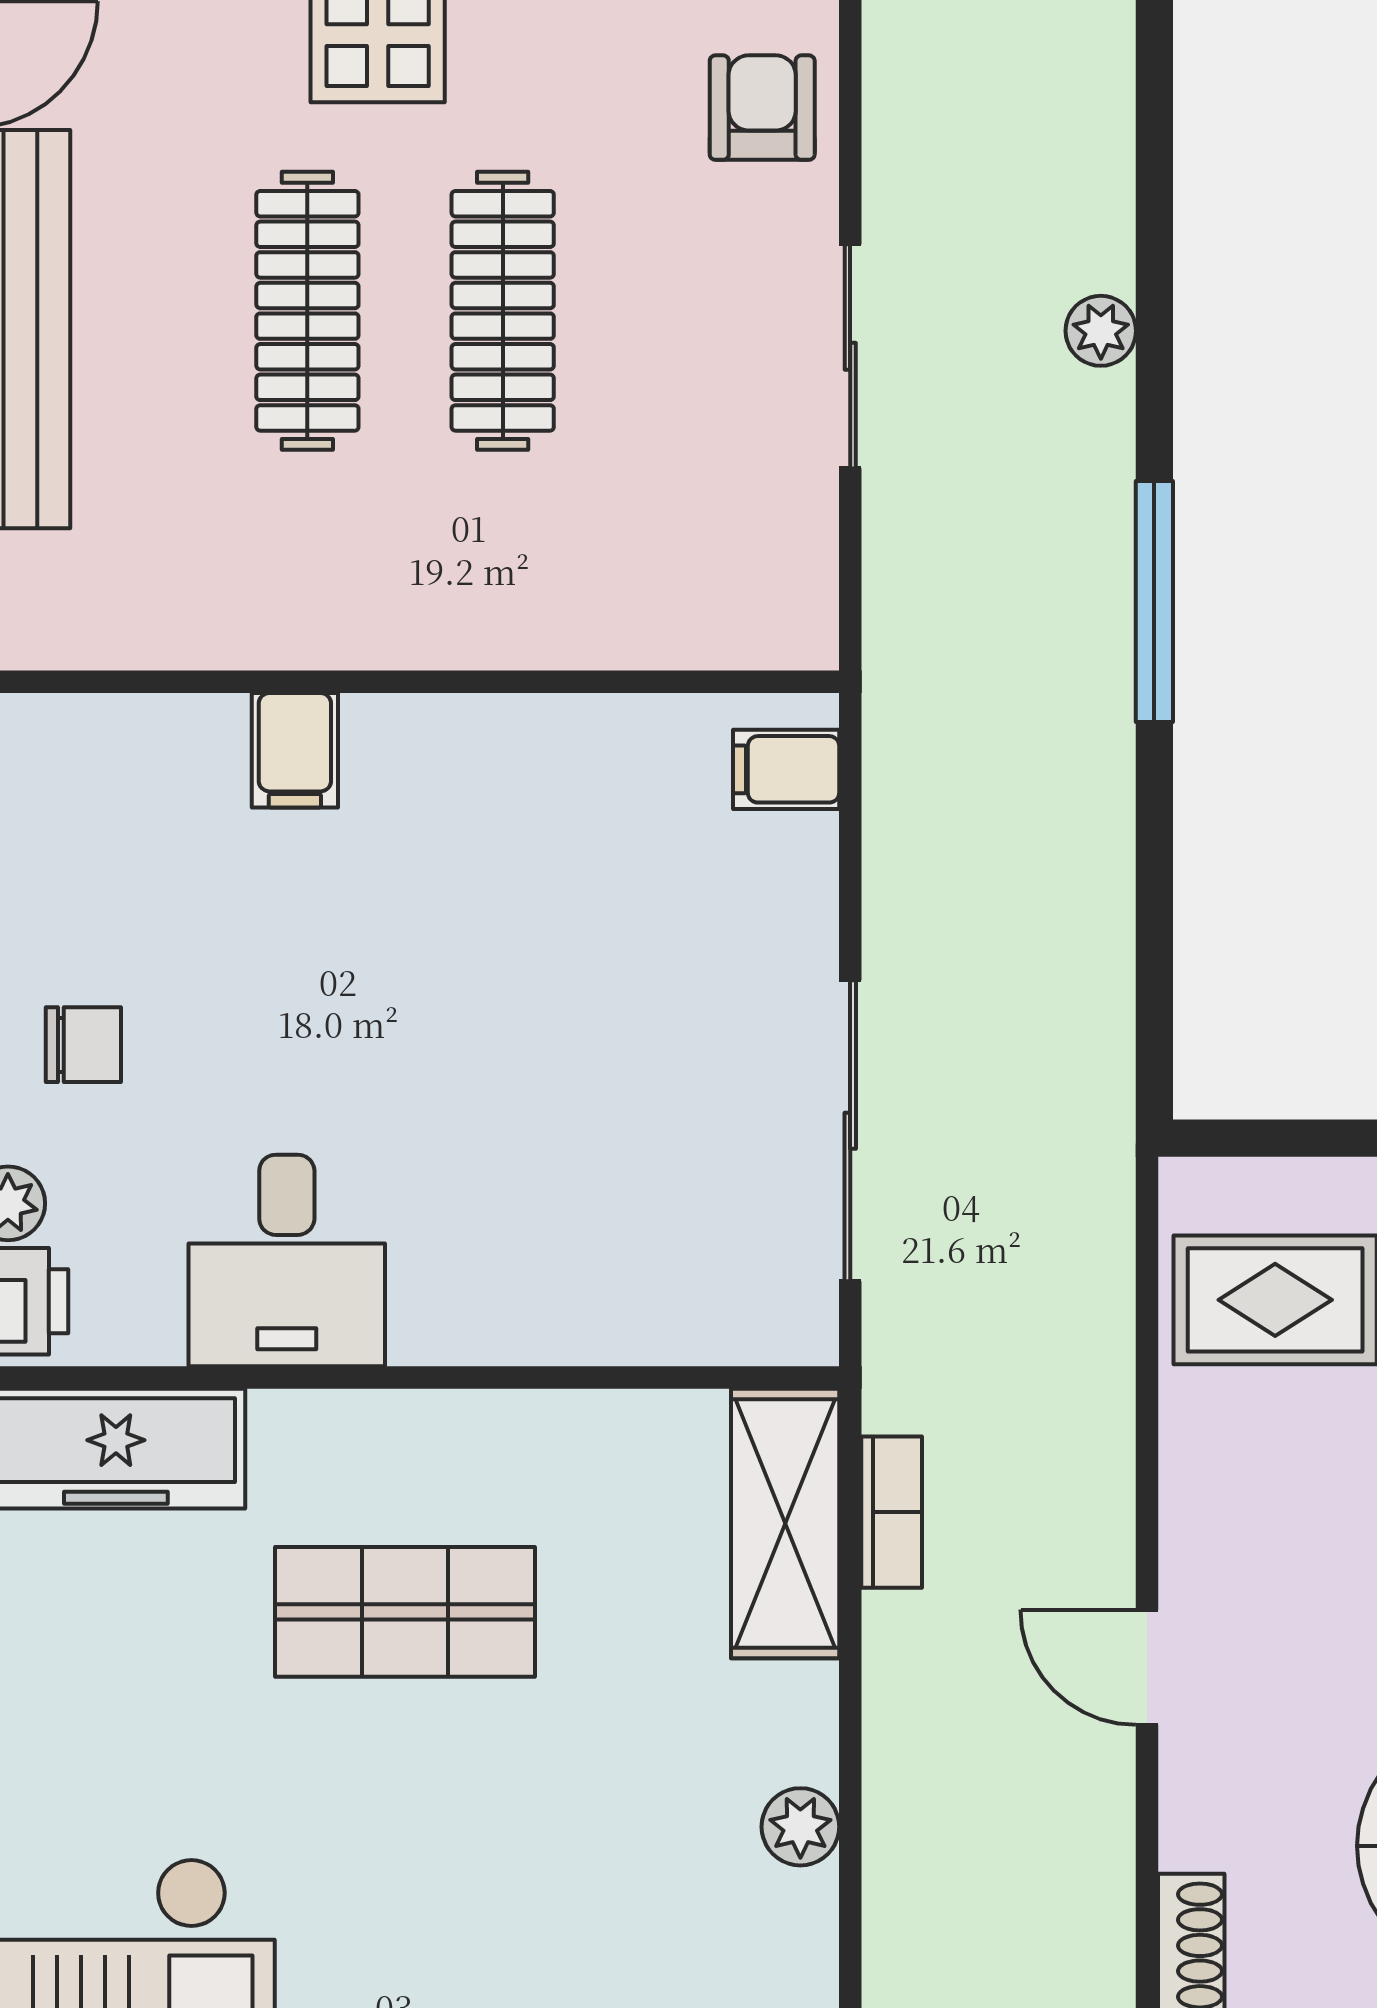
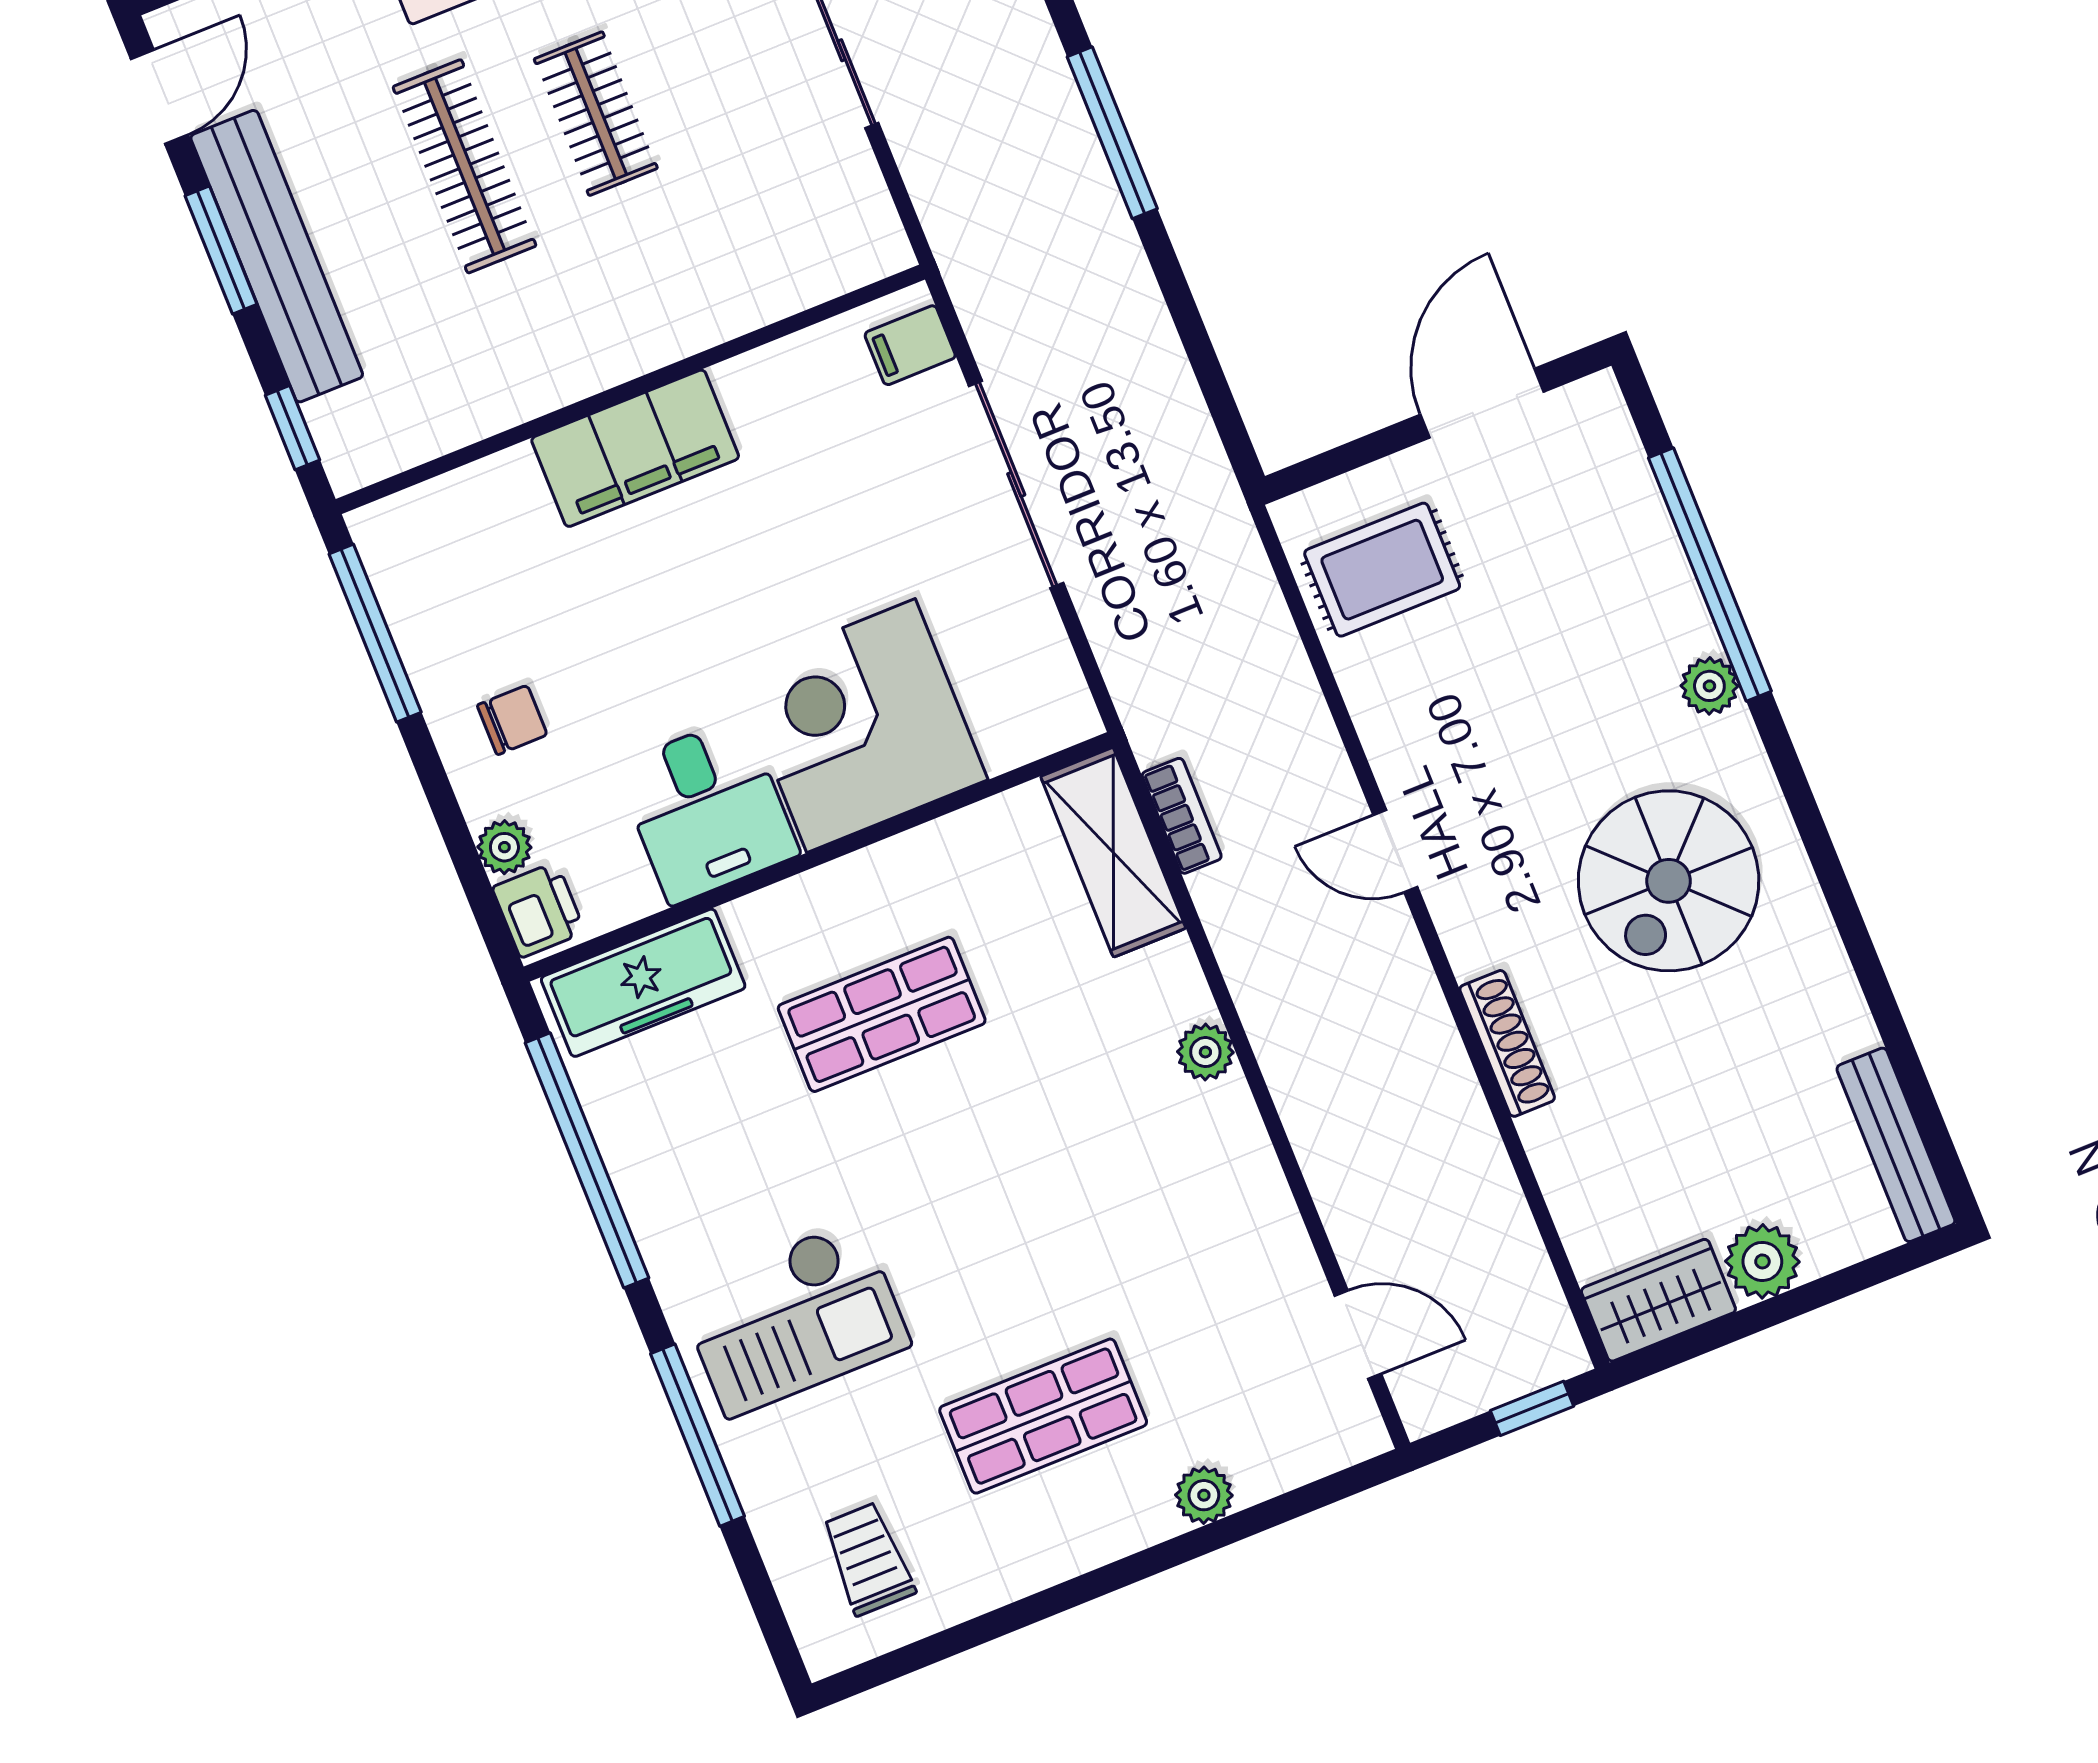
clothes rail: (503, 311) -> (596, 114), width x0.73
filing cabinet: (295, 750) -> (635, 448), width x3.00, depth x1.17
sliding door: (850, 1131) -> (1016, 484), moved
corner desk: (527, 1231) -> (861, 726), added

